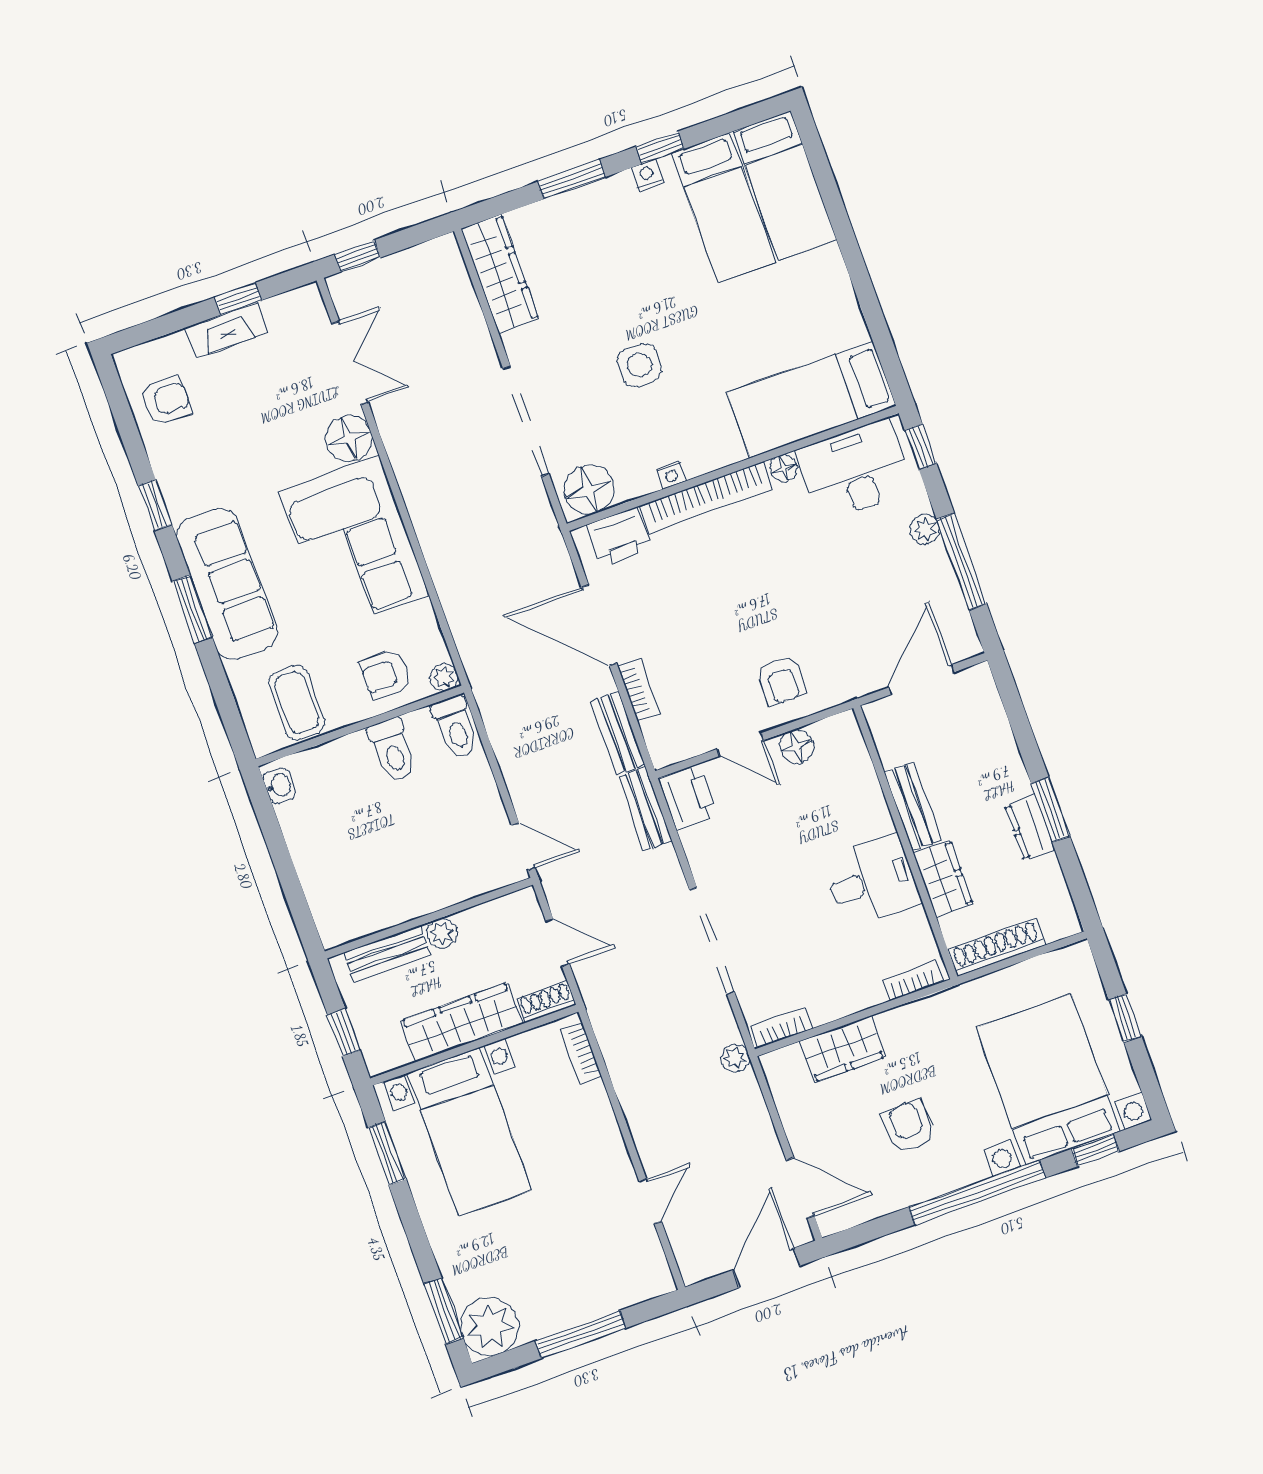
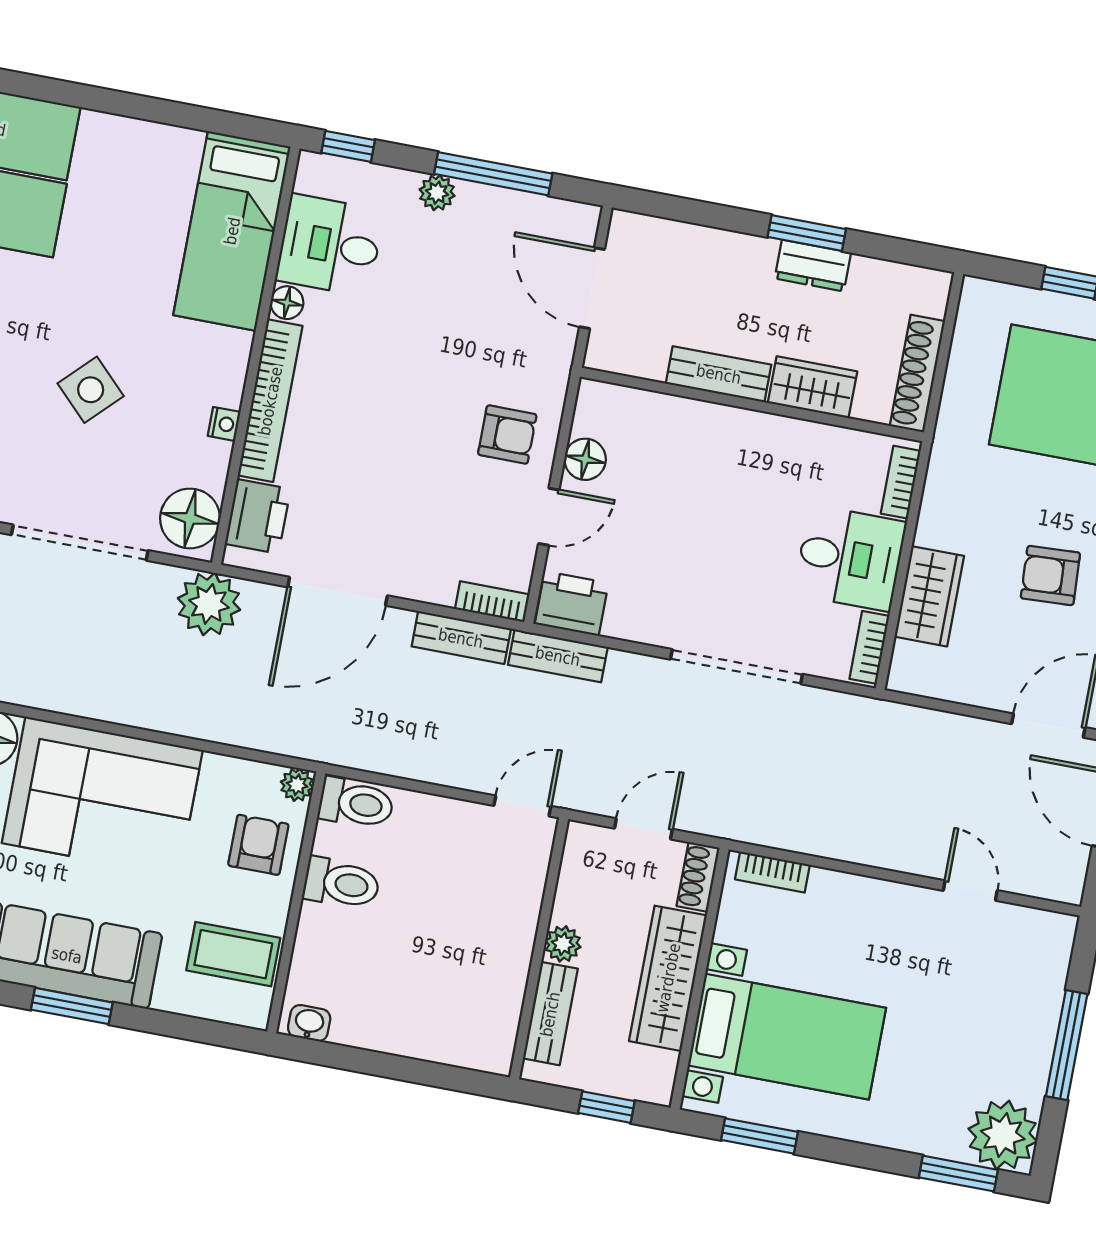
side table: (639, 365) -> (91, 390), turned 45
desk: (855, 470) -> (330, 245), width x0.73
armchair: (385, 675) -> (258, 845), turned 180
bookcase: (638, 689) -> (492, 602), moved
desk: (872, 881) -> (850, 558), moved, turned 90
plant: (735, 1058) -> (209, 604), moved, width x1.88, depth x1.88

